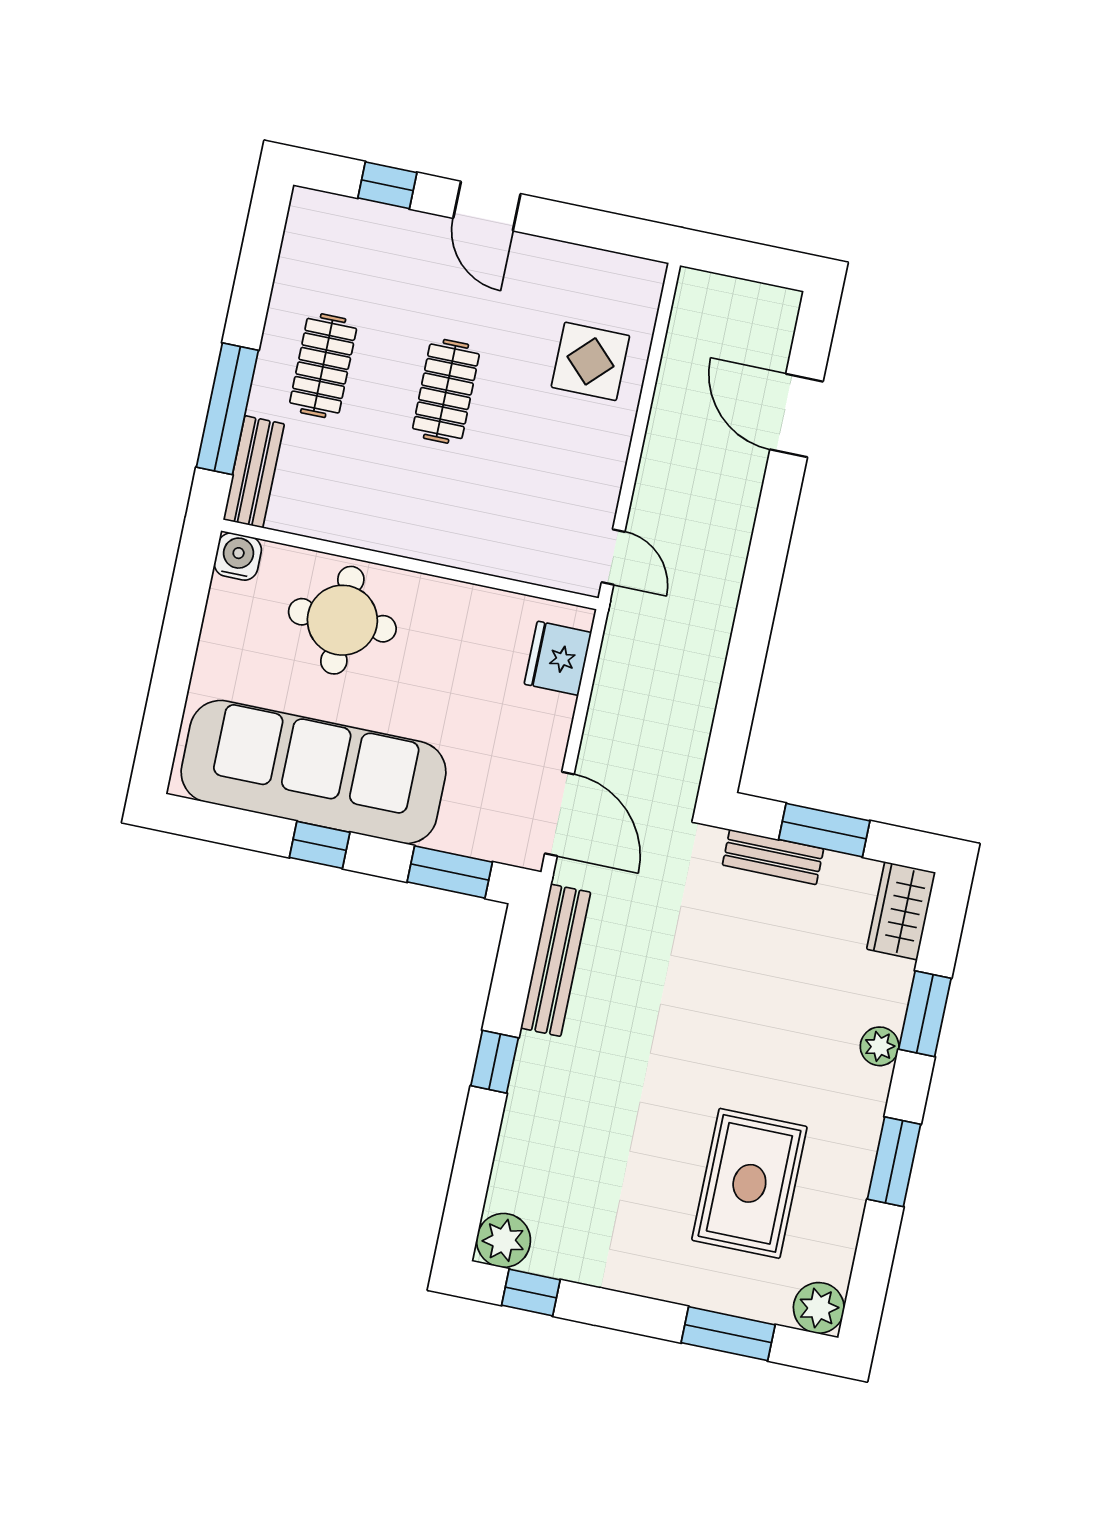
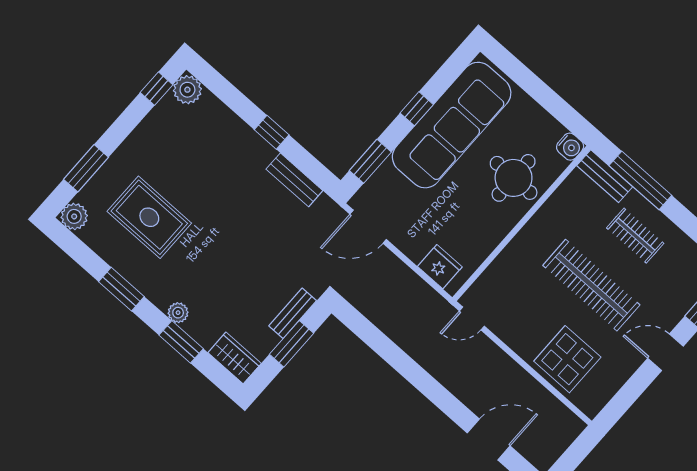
display table: (590, 361) -> (567, 359), width x1.36, depth x1.36
clothes rail: (446, 391) -> (591, 285), width x1.86, depth x1.31
bench: (556, 960) -> (294, 180), width x0.73

